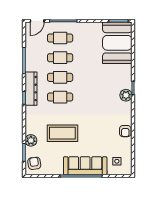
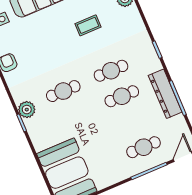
cafe table: (60, 58) -> (63, 91), moved
dresser: (31, 89) -> (165, 94), moved
coffee table: (62, 133) -> (88, 25), width x0.54, depth x0.58

